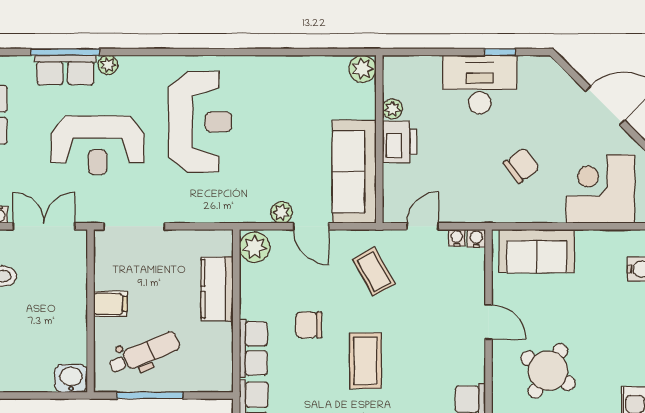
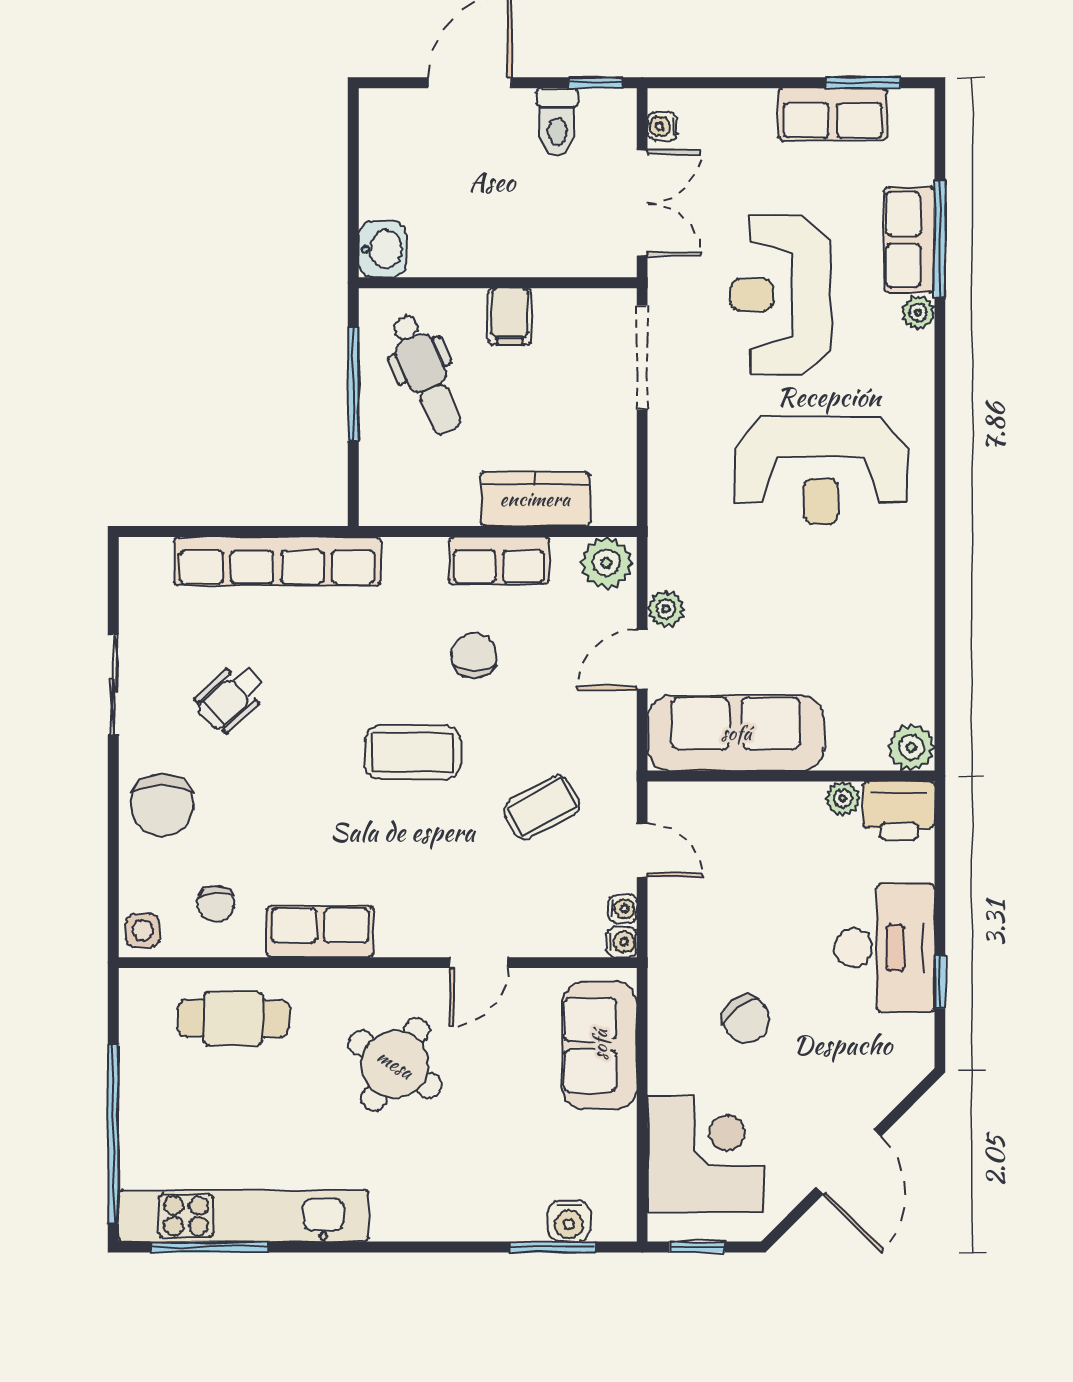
printer: (400, 142) -> (899, 811), moved
coffee table: (374, 272) -> (542, 808), moved
row of seats: (253, 348) -> (499, 561), moved

